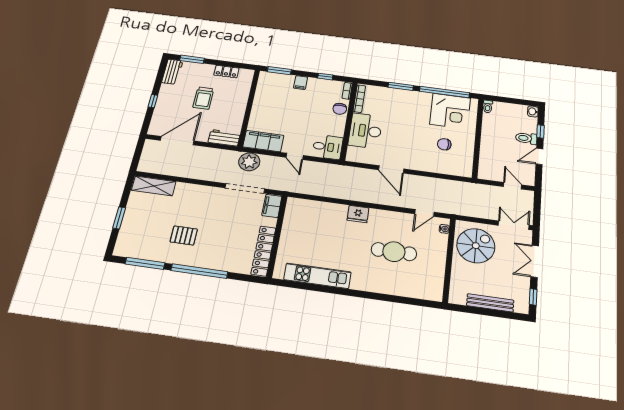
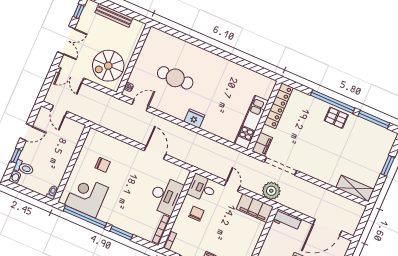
chair: (340, 109) -> (196, 214), moved
toilet: (526, 138) -> (24, 168), moved
pallet: (184, 235) -> (336, 118), moved
kitchen unit: (317, 276) -> (251, 122), moved, turned 90

